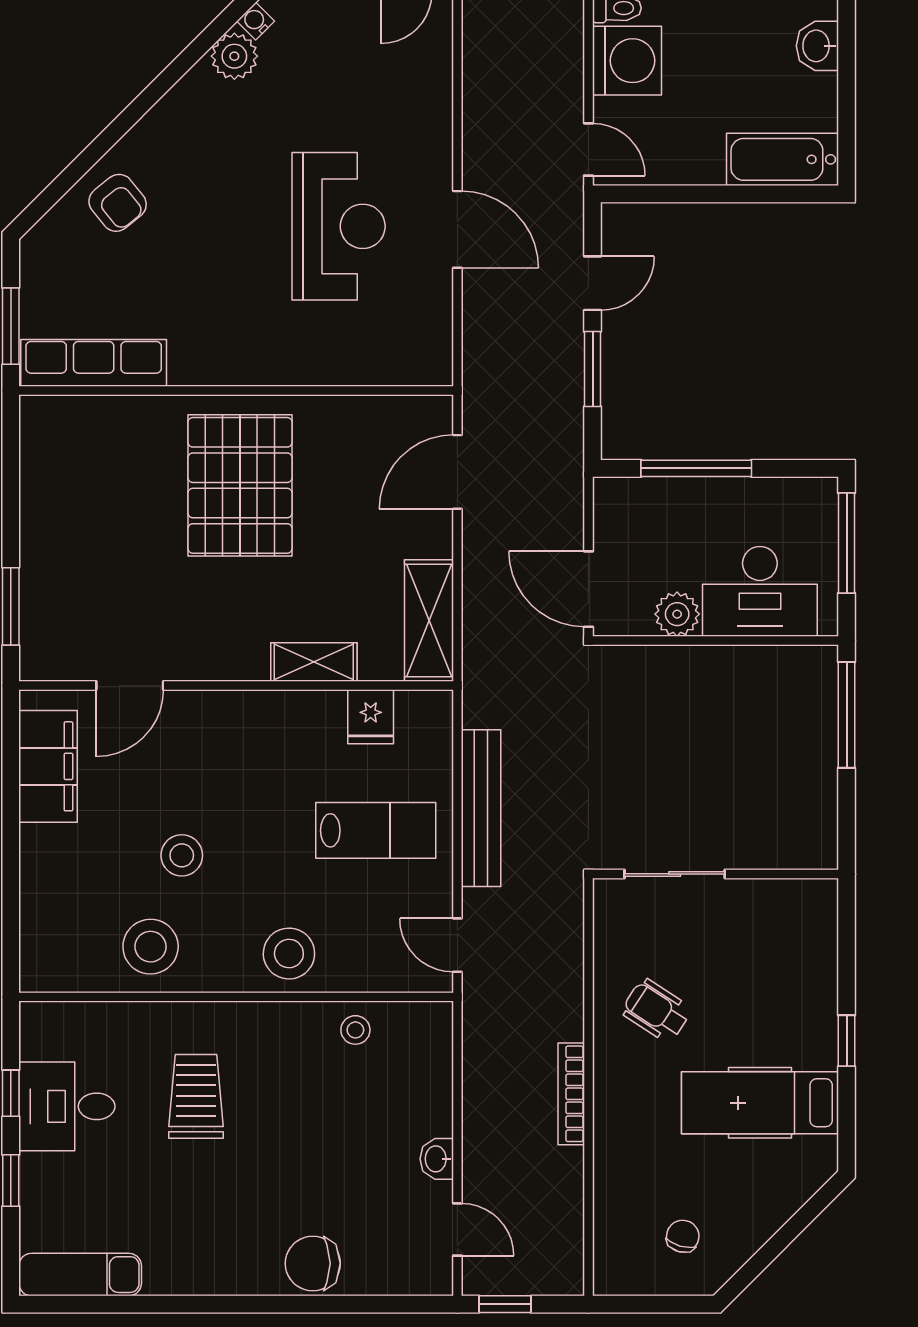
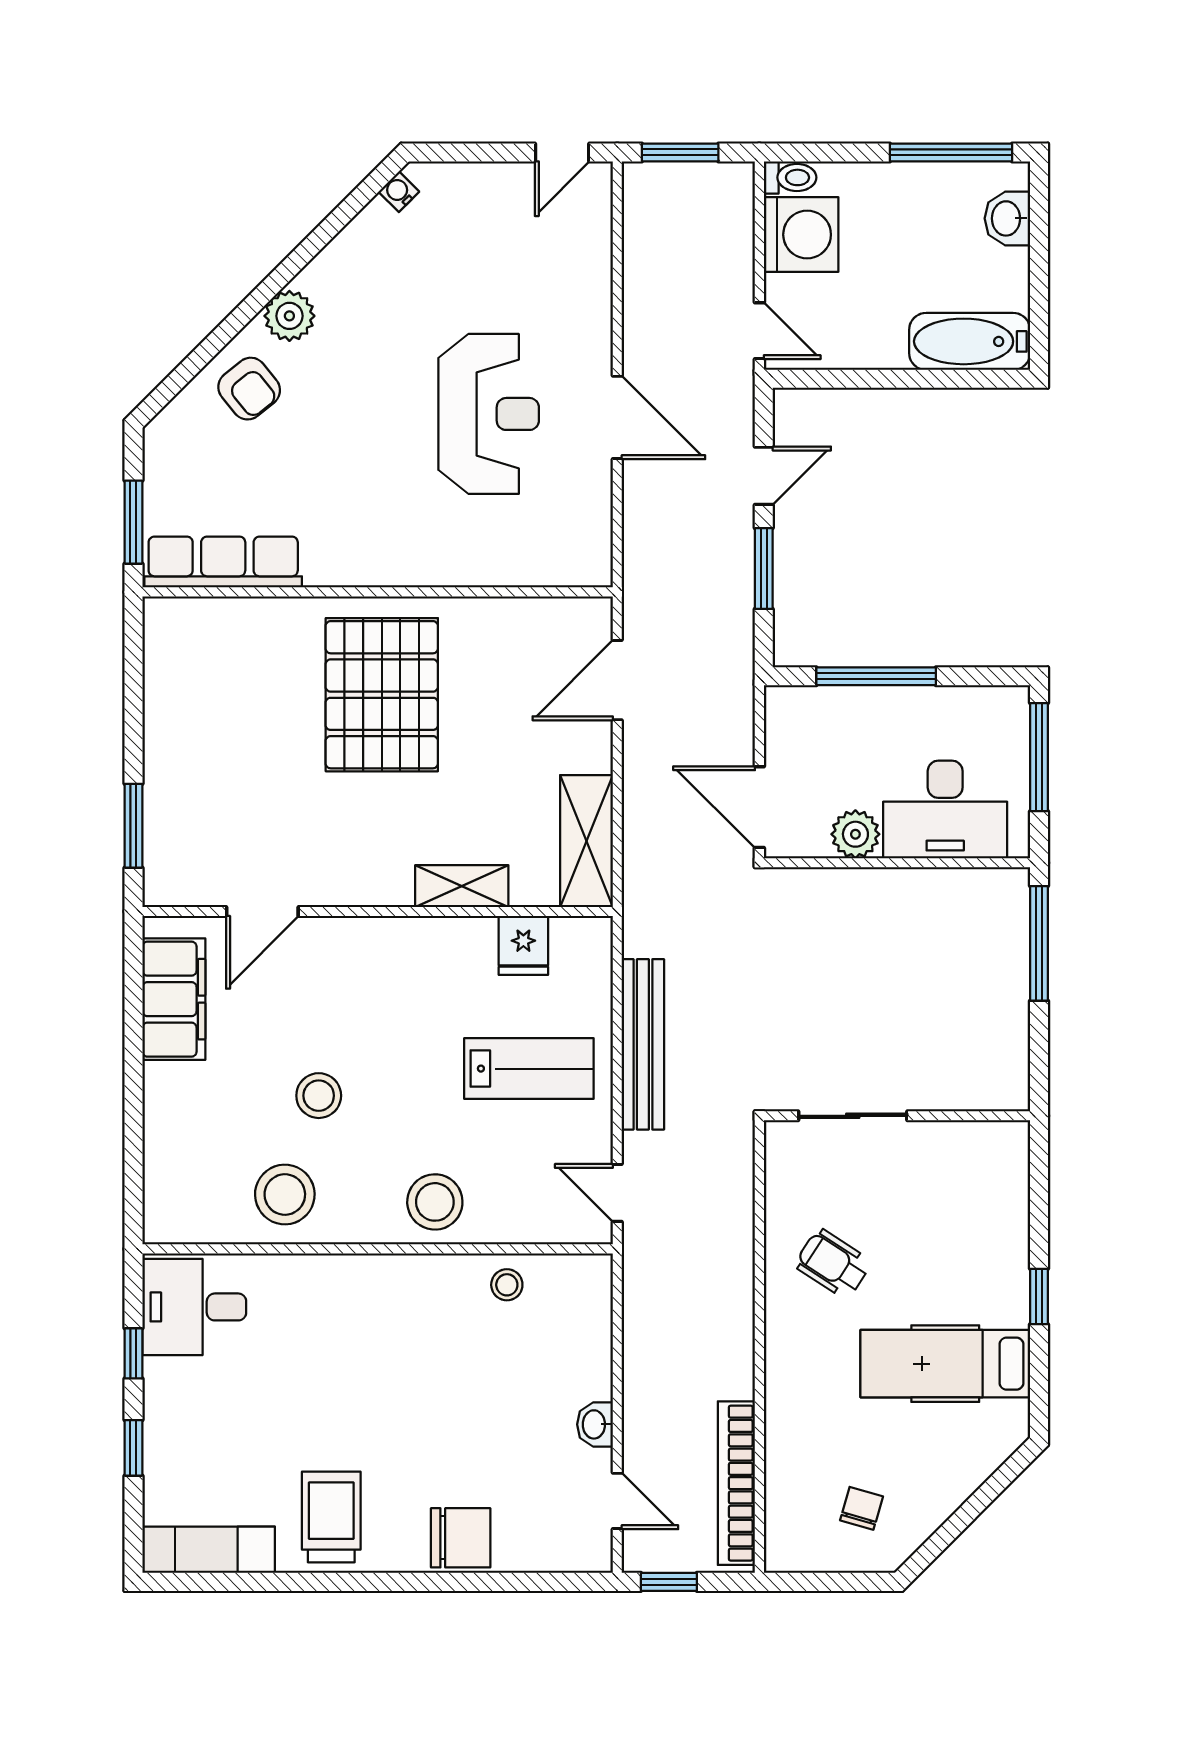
plant: (234, 56) -> (289, 316), moved
bookcase: (571, 1094) -> (736, 1483), moved, width x1.48, depth x1.31
trolley: (196, 1096) -> (331, 1517), moved
desk: (67, 1106) -> (194, 1307), moved
chair: (313, 1263) -> (461, 1538), turned 180

